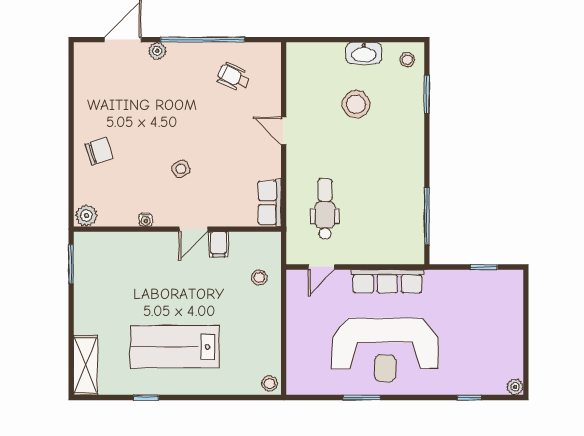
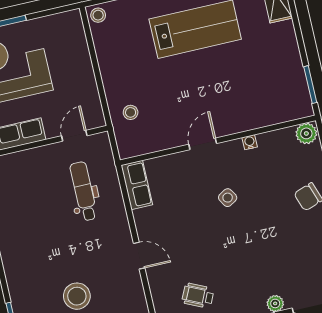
wheelchair: (234, 77) -> (198, 296), turned 180
dental chair: (325, 209) -> (84, 191), turned 180
filing cabinet: (219, 244) -> (176, 135), removed

